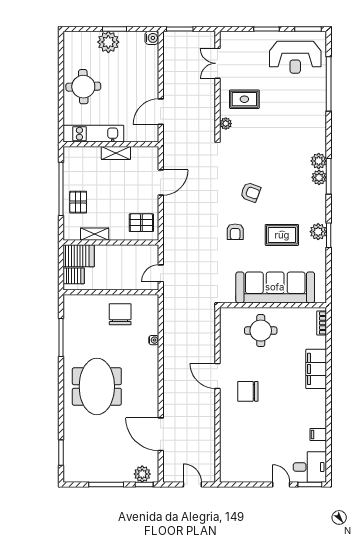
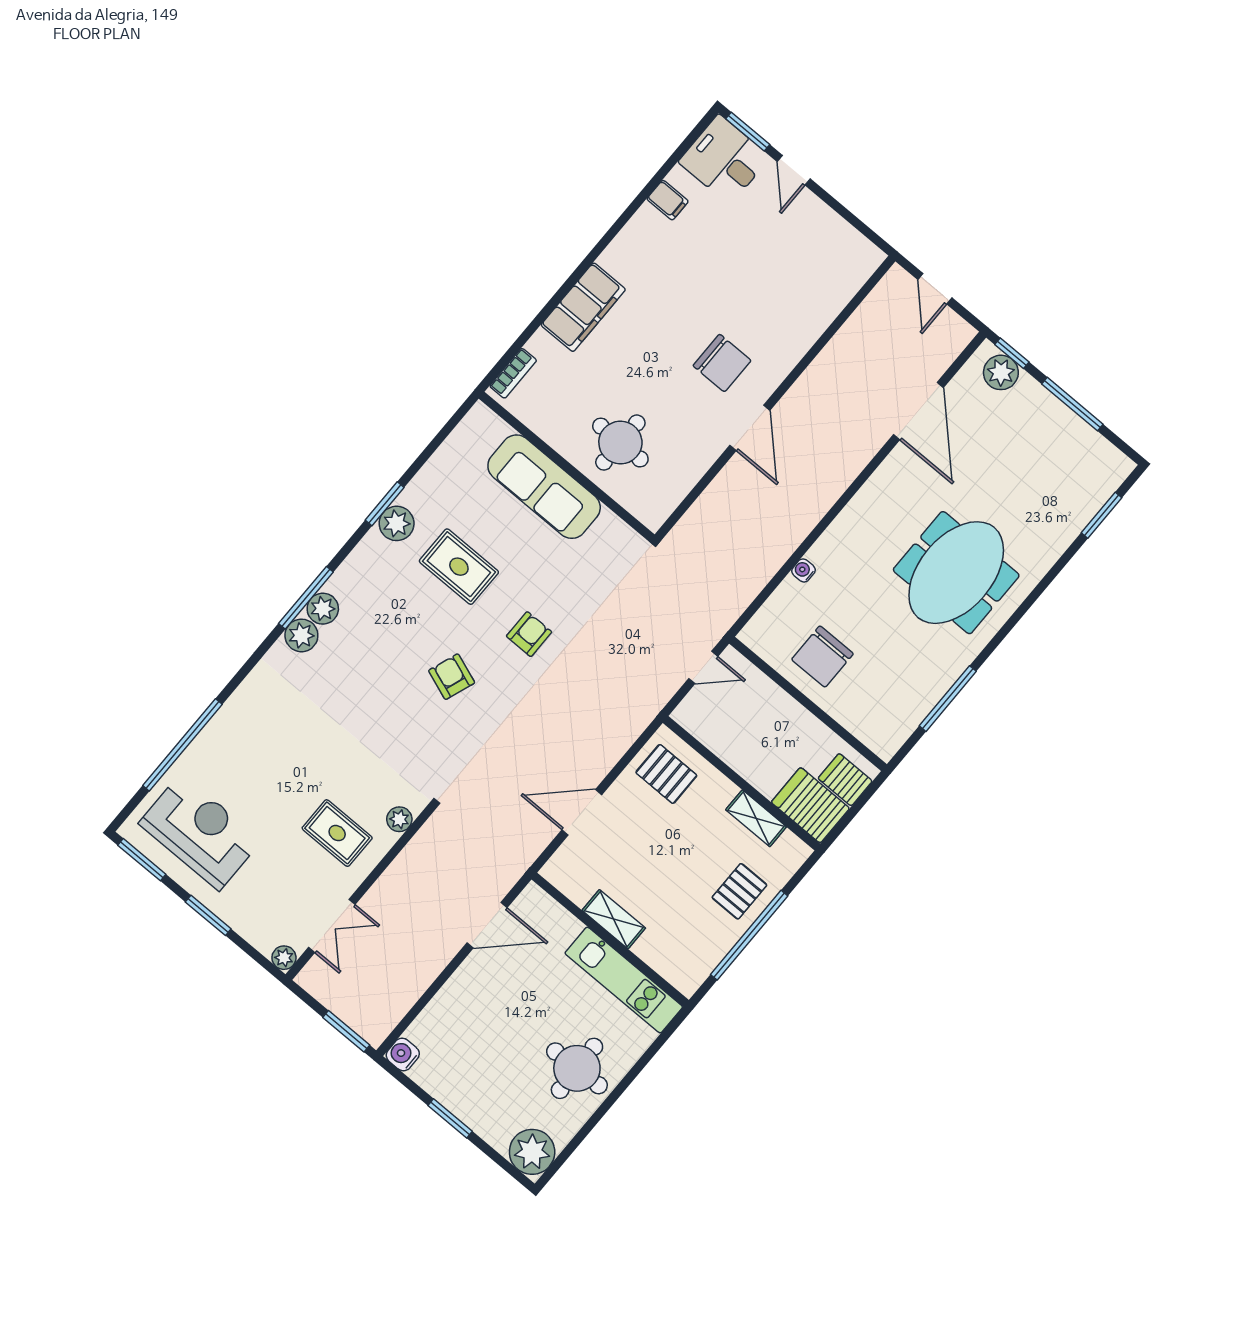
plant: (225, 37) -> (284, 958), added
plant: (108, 42) -> (532, 1152), moved
sofa: (275, 287) -> (544, 487), width x0.74, depth x0.79

